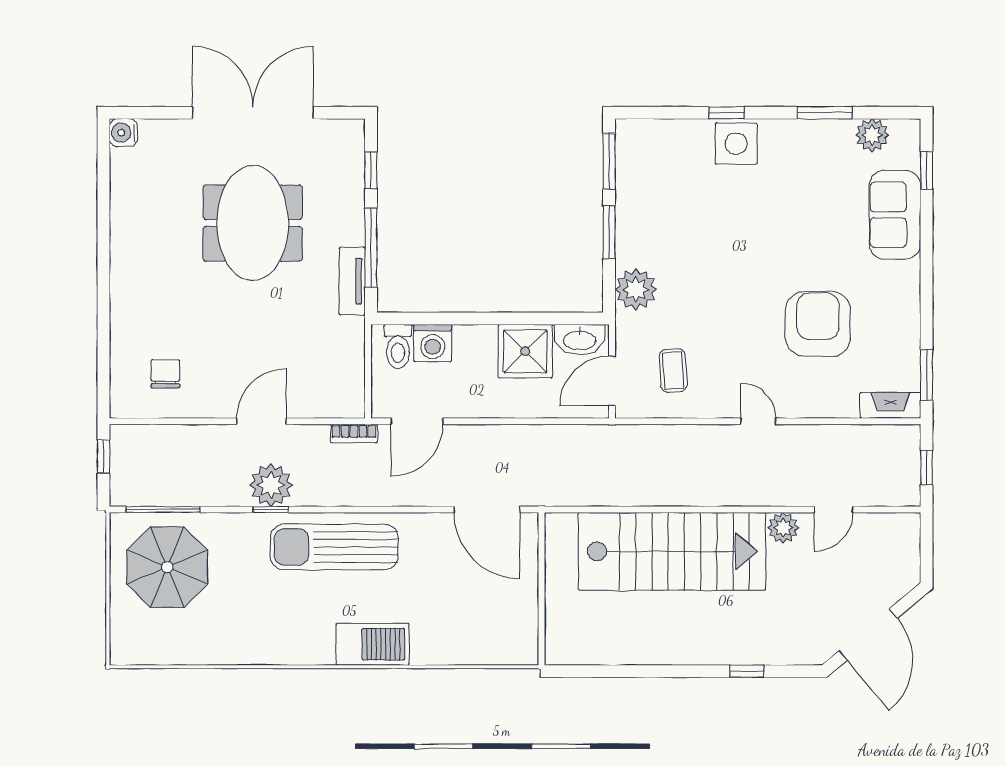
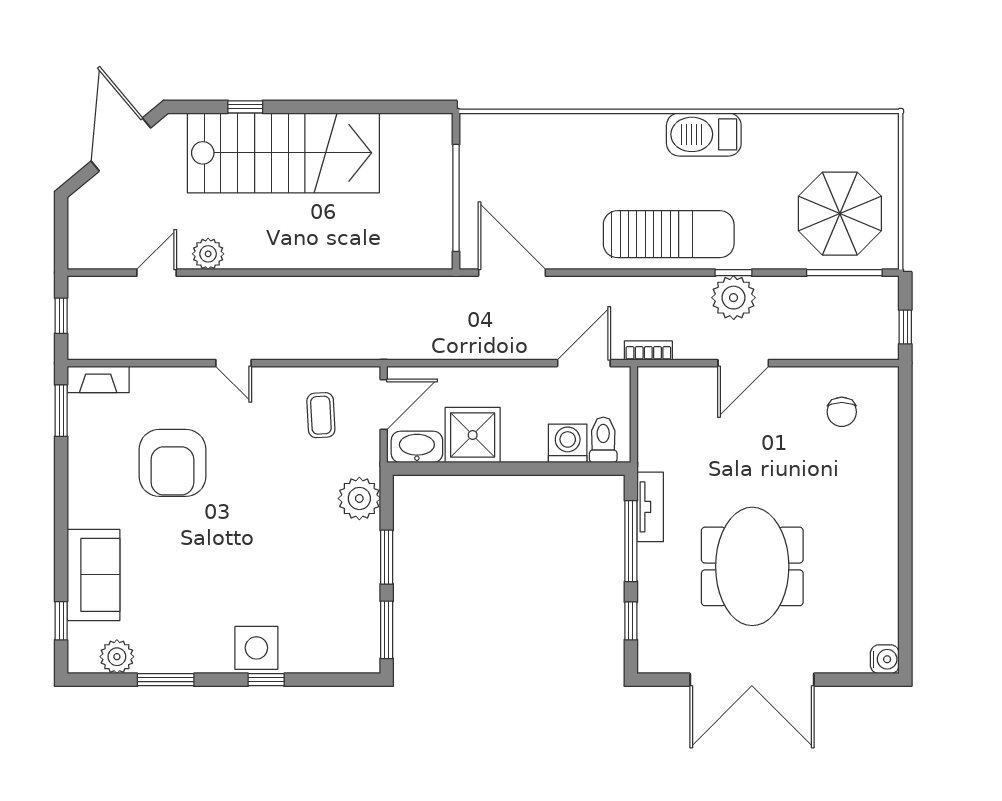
stairs: (672, 551) -> (283, 153), moved, turned 180
window: (541, 582) -> (456, 198), added
barbecue: (372, 644) -> (704, 134), moved

